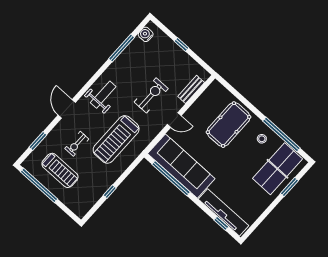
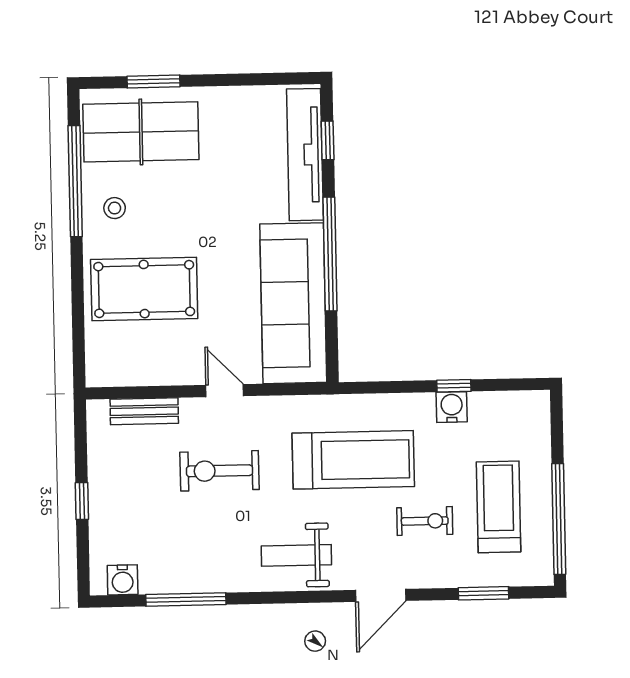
window: (171, 178) -> (330, 254), moved
water cooler: (104, 185) -> (452, 407), added

